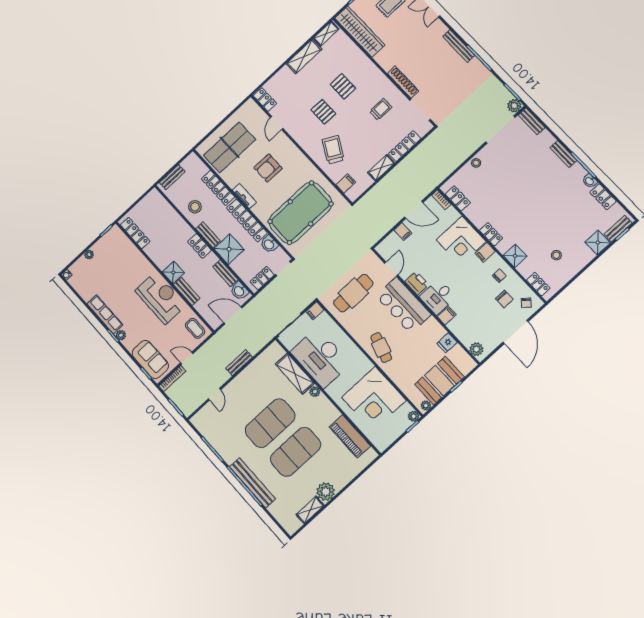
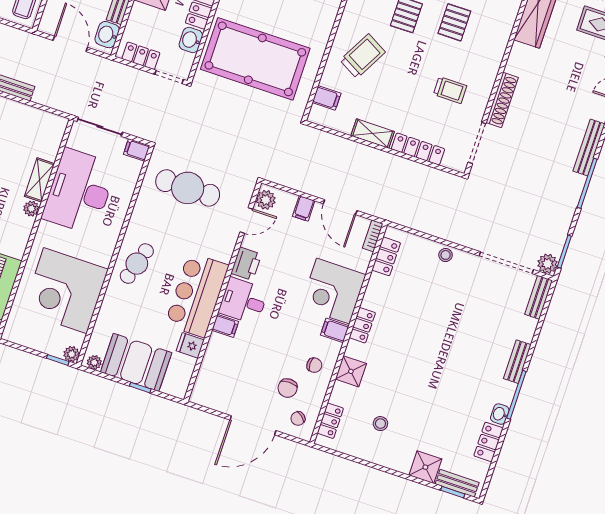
bar counter: (403, 305) -> (197, 295), moved
plant: (476, 349) -> (266, 200), moved
shelving: (295, 374) -> (39, 180), width x0.67, depth x0.75

